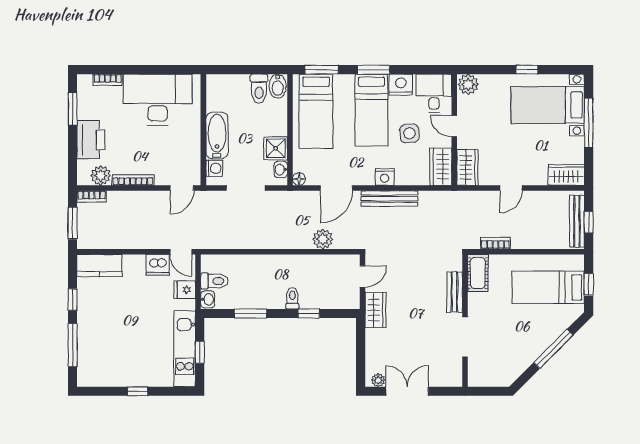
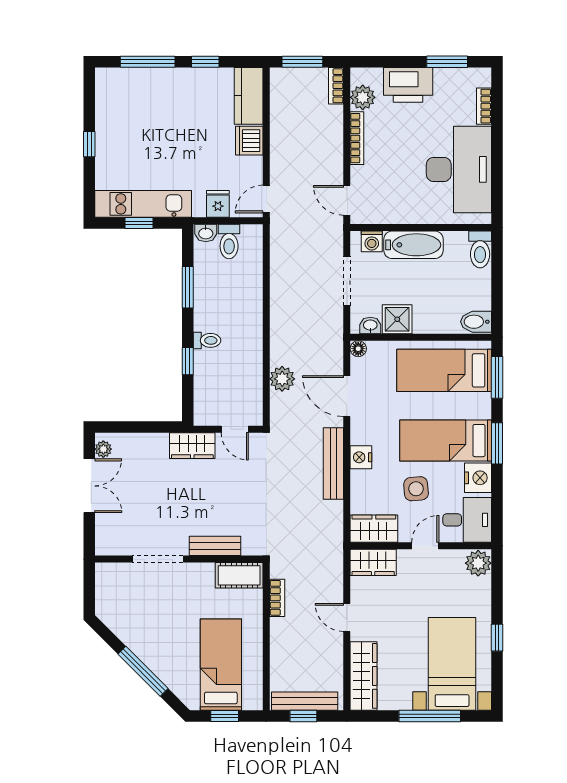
toilet: (259, 89) -> (480, 249), moved, turned -90
wardrobe: (566, 175) -> (363, 676), width x1.50
dishwasher: (158, 265) -> (249, 141), moved

